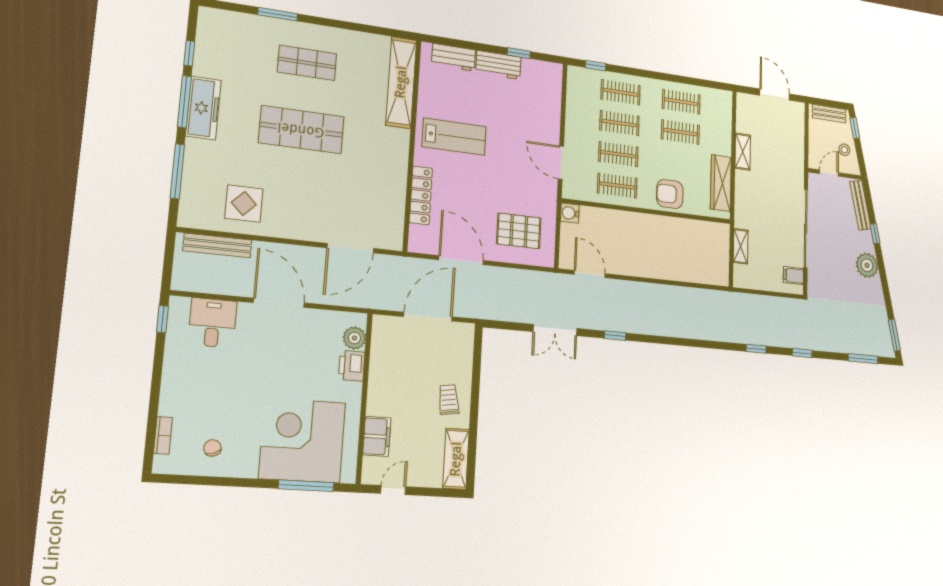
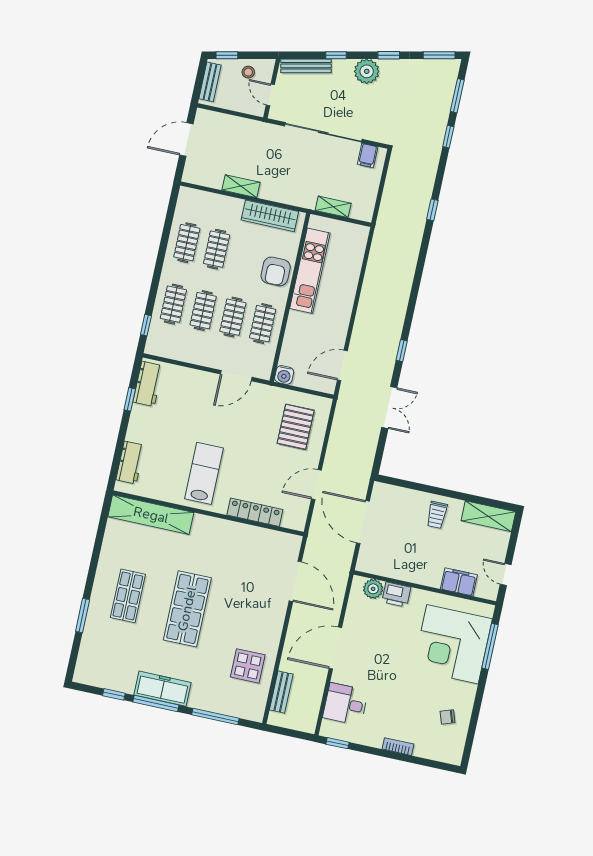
workbench: (498, 65) -> (148, 384), moved
kitchen unit: (677, 229) -> (310, 271), added
bench: (217, 245) -> (281, 692), width x0.73
door: (461, 260) -> (316, 485), width x0.73
window: (885, 285) -> (389, 55), added
window: (802, 353) -> (448, 137), moved
trolley: (449, 400) -> (437, 515), turned -82
bookcase: (163, 435) -> (398, 747), moved

